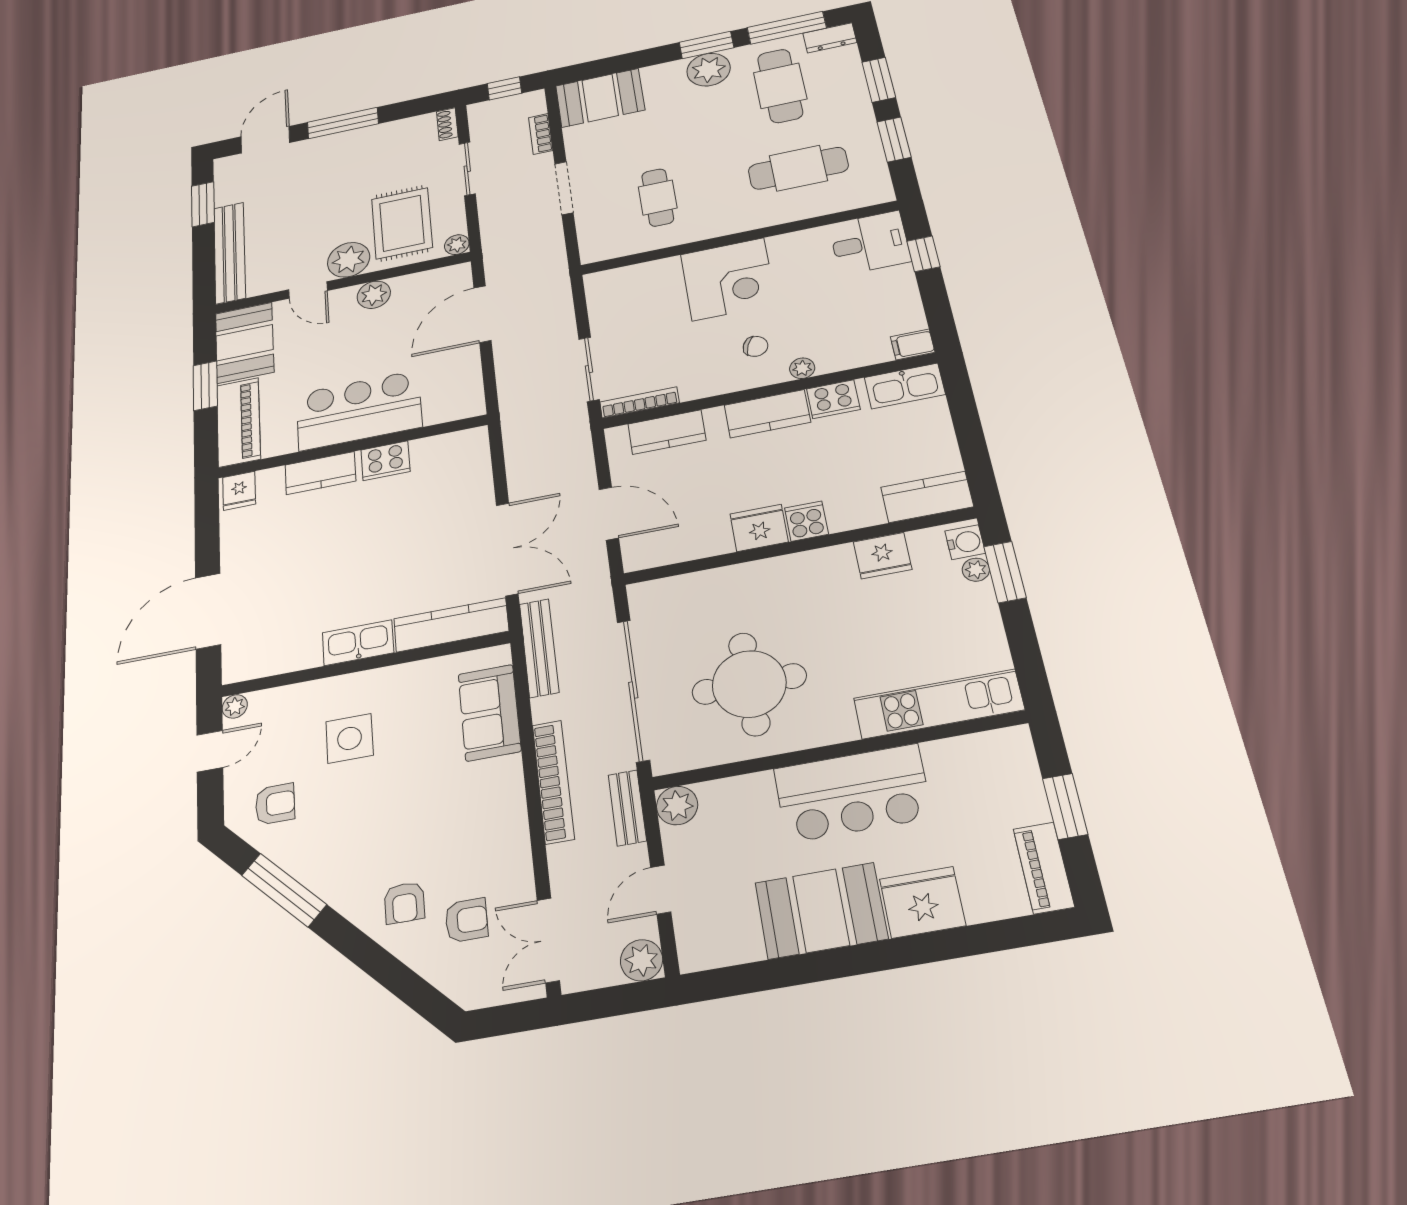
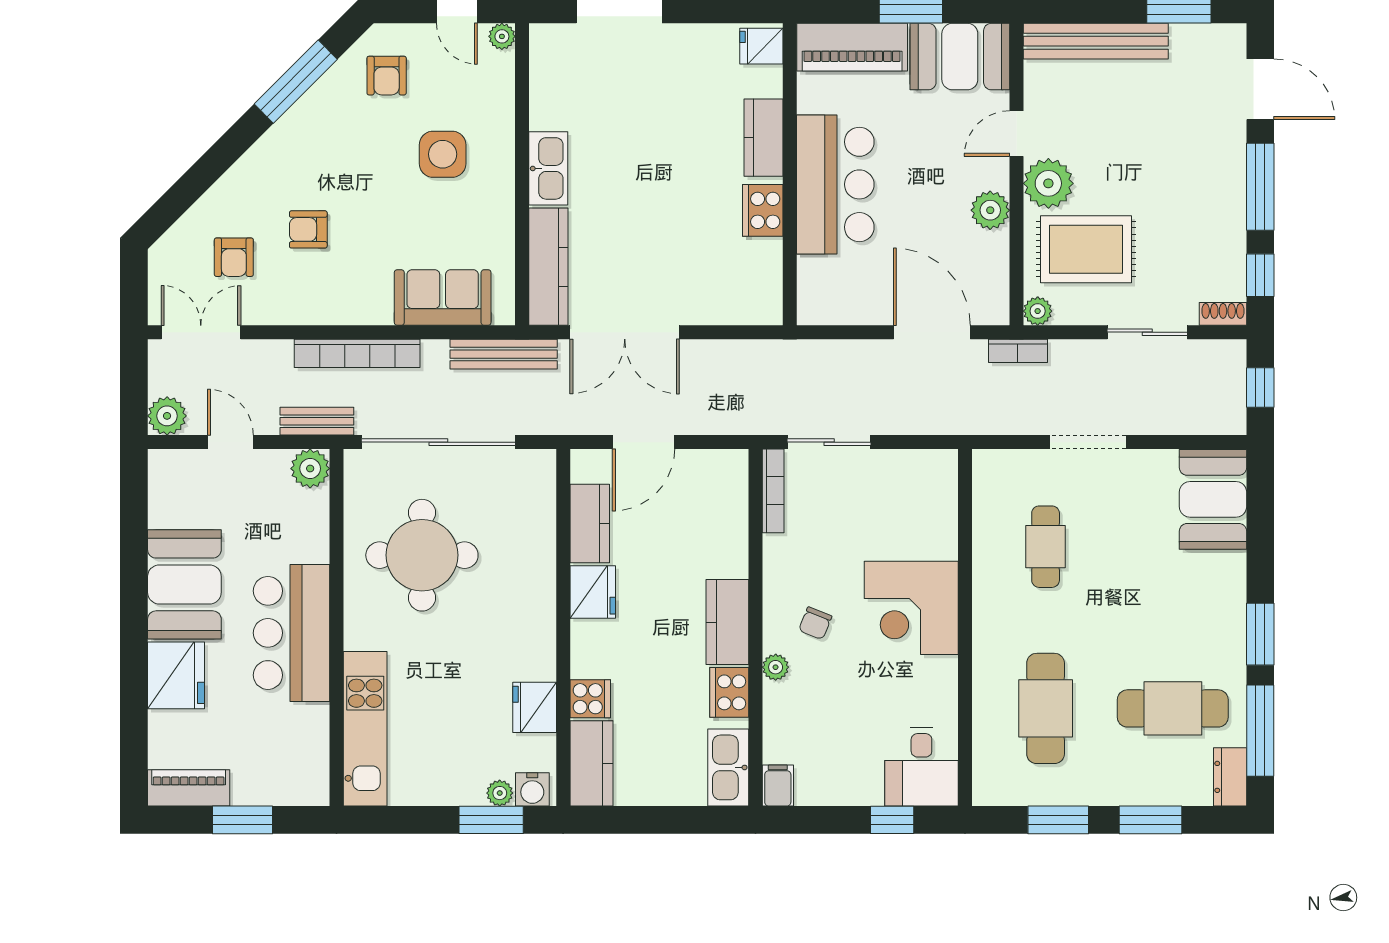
plant: (709, 70) -> (1221, 631), removed
window: (414, 108) -> (1260, 275), added
bookcase: (541, 134) -> (1018, 351), moved, turned 180
cafe table: (658, 197) -> (1046, 547), turned 90
kitchen counter: (667, 432) -> (590, 524), moved, turned 180
cooker: (806, 521) -> (590, 699), moved
armchair: (404, 903) -> (308, 229), moved

